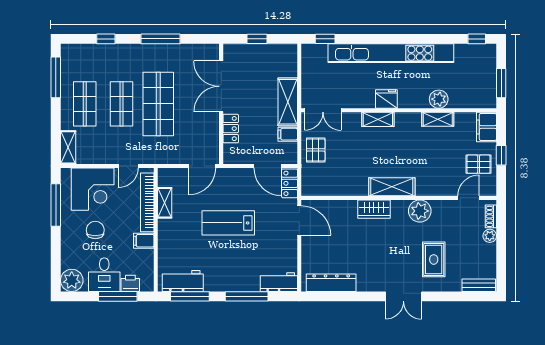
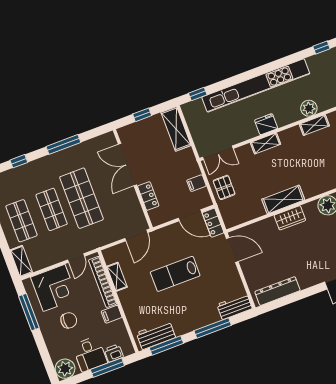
shelving: (288, 102) -> (176, 129), moved
shelving: (392, 187) -> (283, 200), moved
chair: (95, 230) -> (69, 320), turned 90

